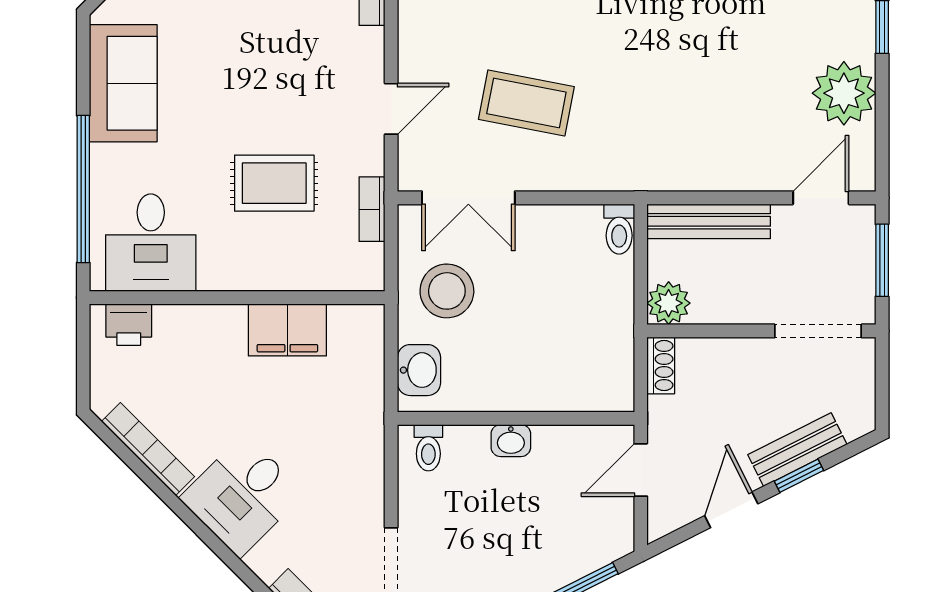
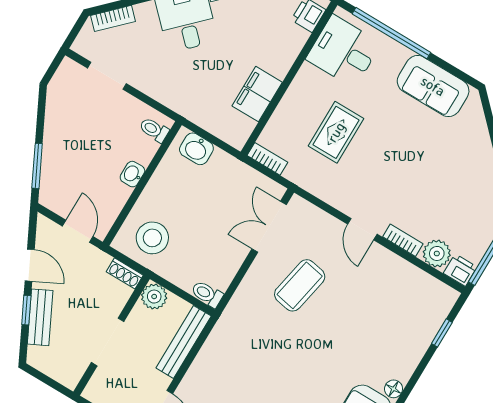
door: (391, 109) -> (362, 229), moved
bookcase: (372, 209) -> (267, 159), moved
stool: (447, 291) -> (152, 238), moved
doorway: (818, 331) -> (108, 342), moved

